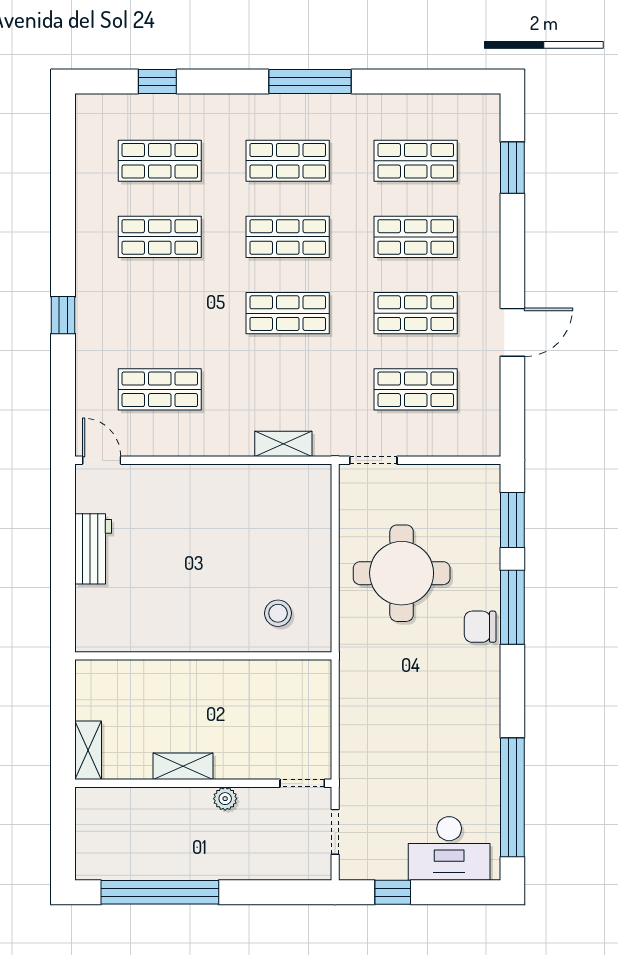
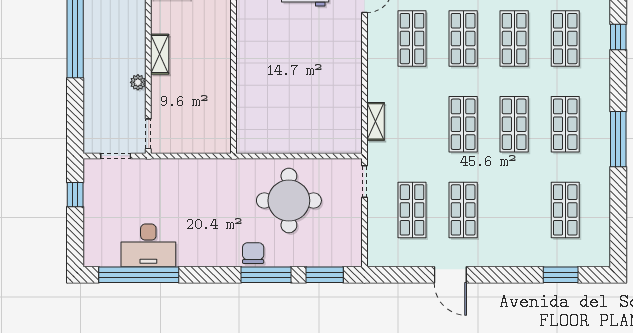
shop shelf: (416, 237) -> (463, 39), moved
stool: (278, 613) -> (262, 118), removed
desk: (449, 848) -> (148, 245), moved, turned -90

